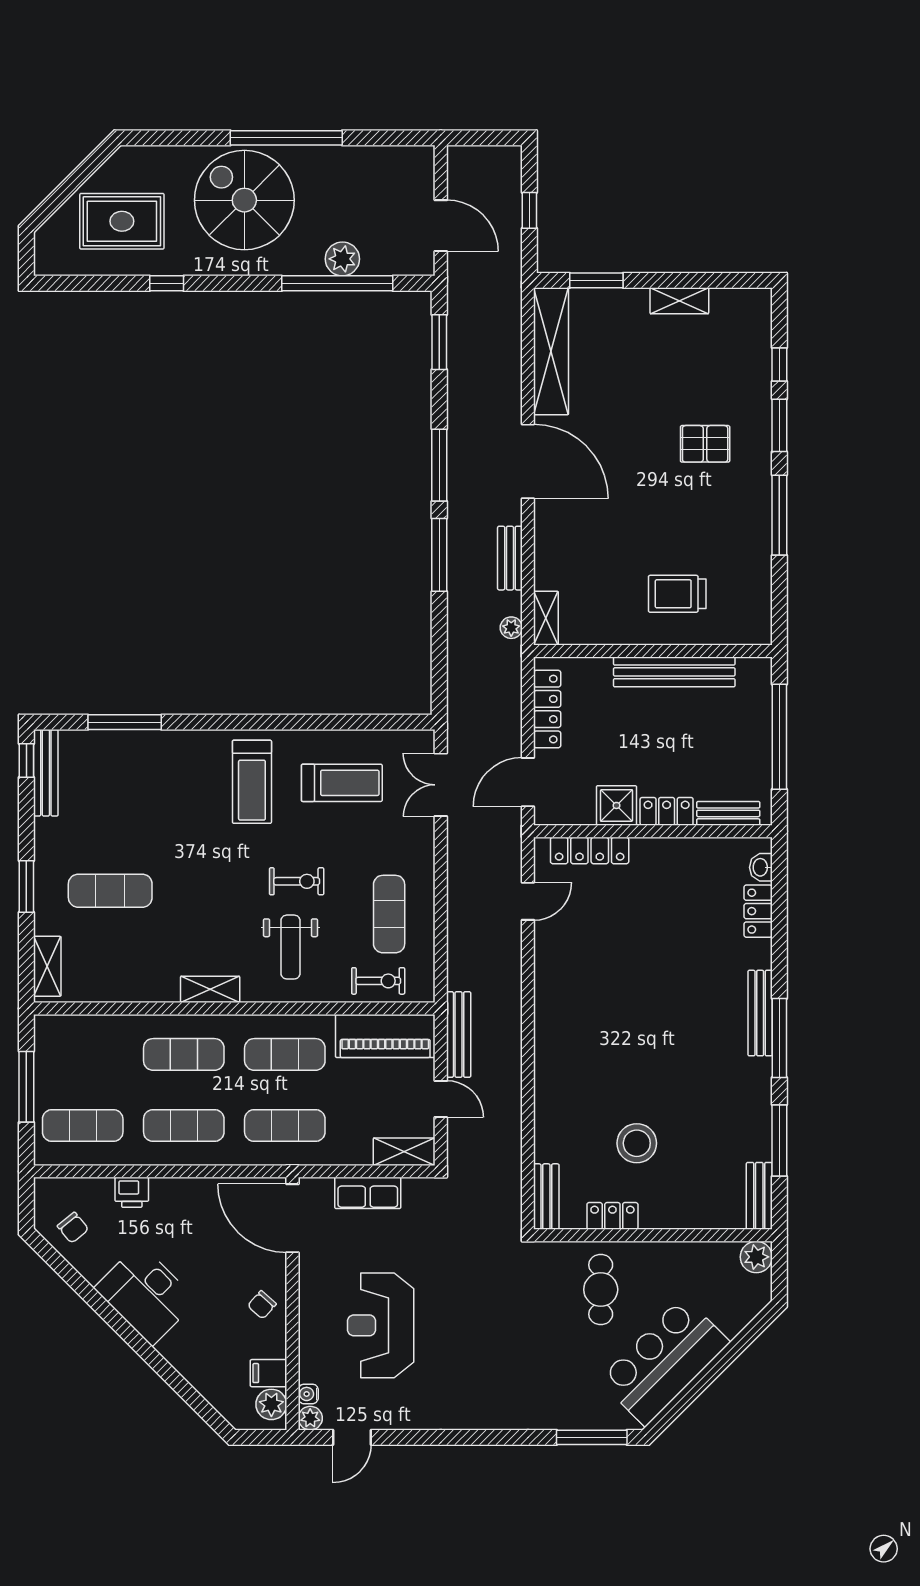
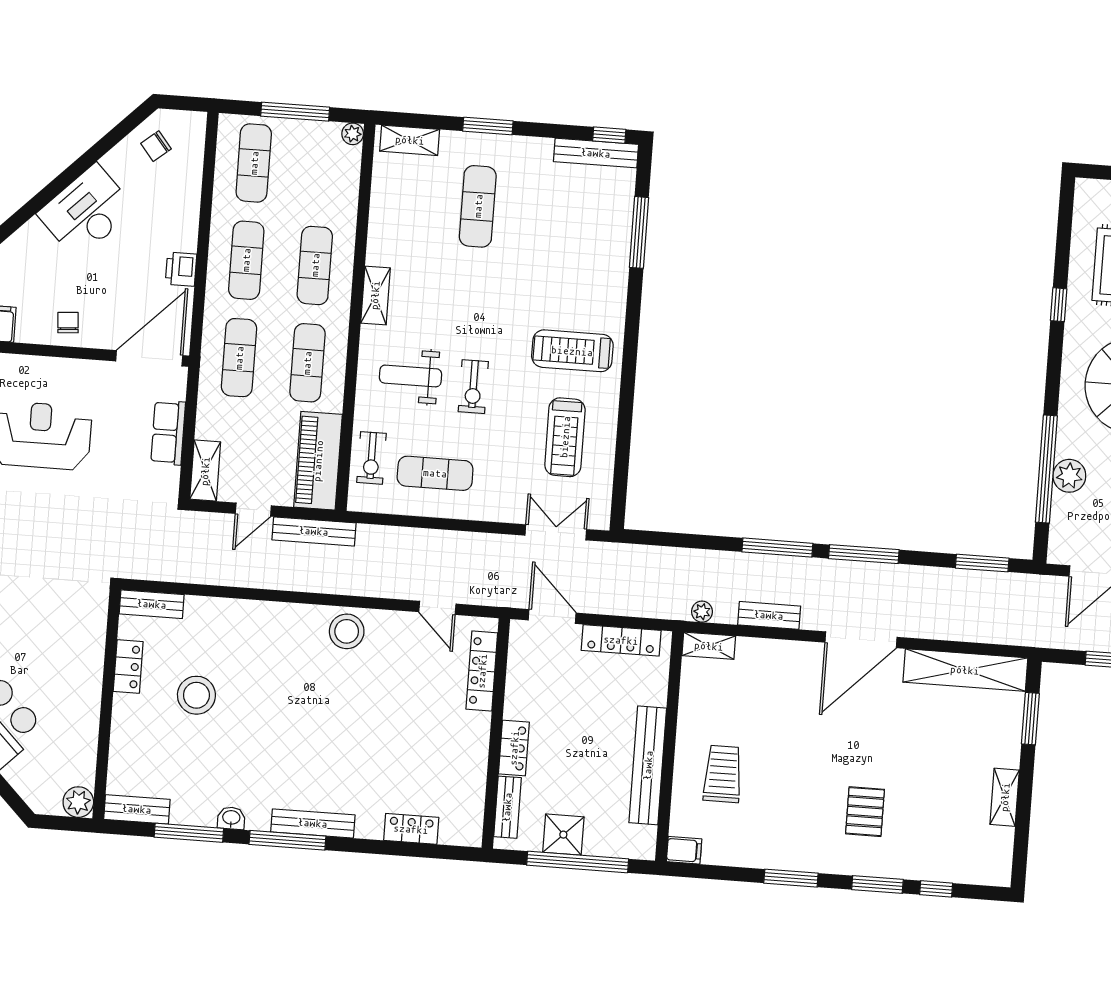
window: (779, 515) -> (791, 878), width x0.69
filing cabinet: (759, 628) -> (684, 850), added
shower: (616, 805) -> (563, 835), moved
washbasin: (761, 867) -> (231, 818), moved
stool: (559, 993) -> (347, 631), added
plant: (45, 1026) -> (353, 134), added
printer: (132, 1192) -> (181, 269), moved
cafe table: (601, 1290) -> (58, 650), removed
chair: (262, 1305) -> (68, 323), turned 44

